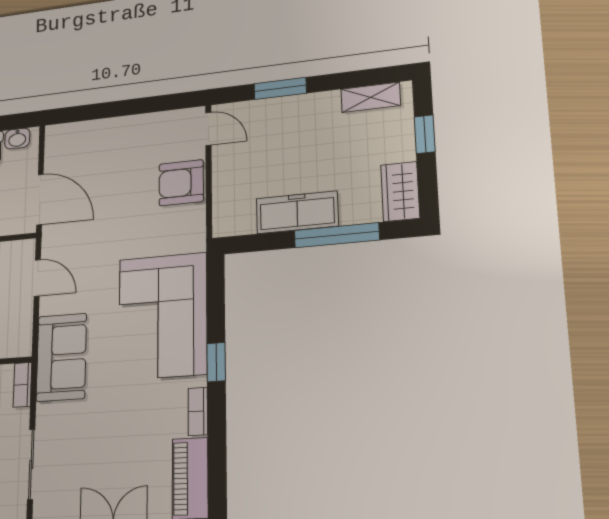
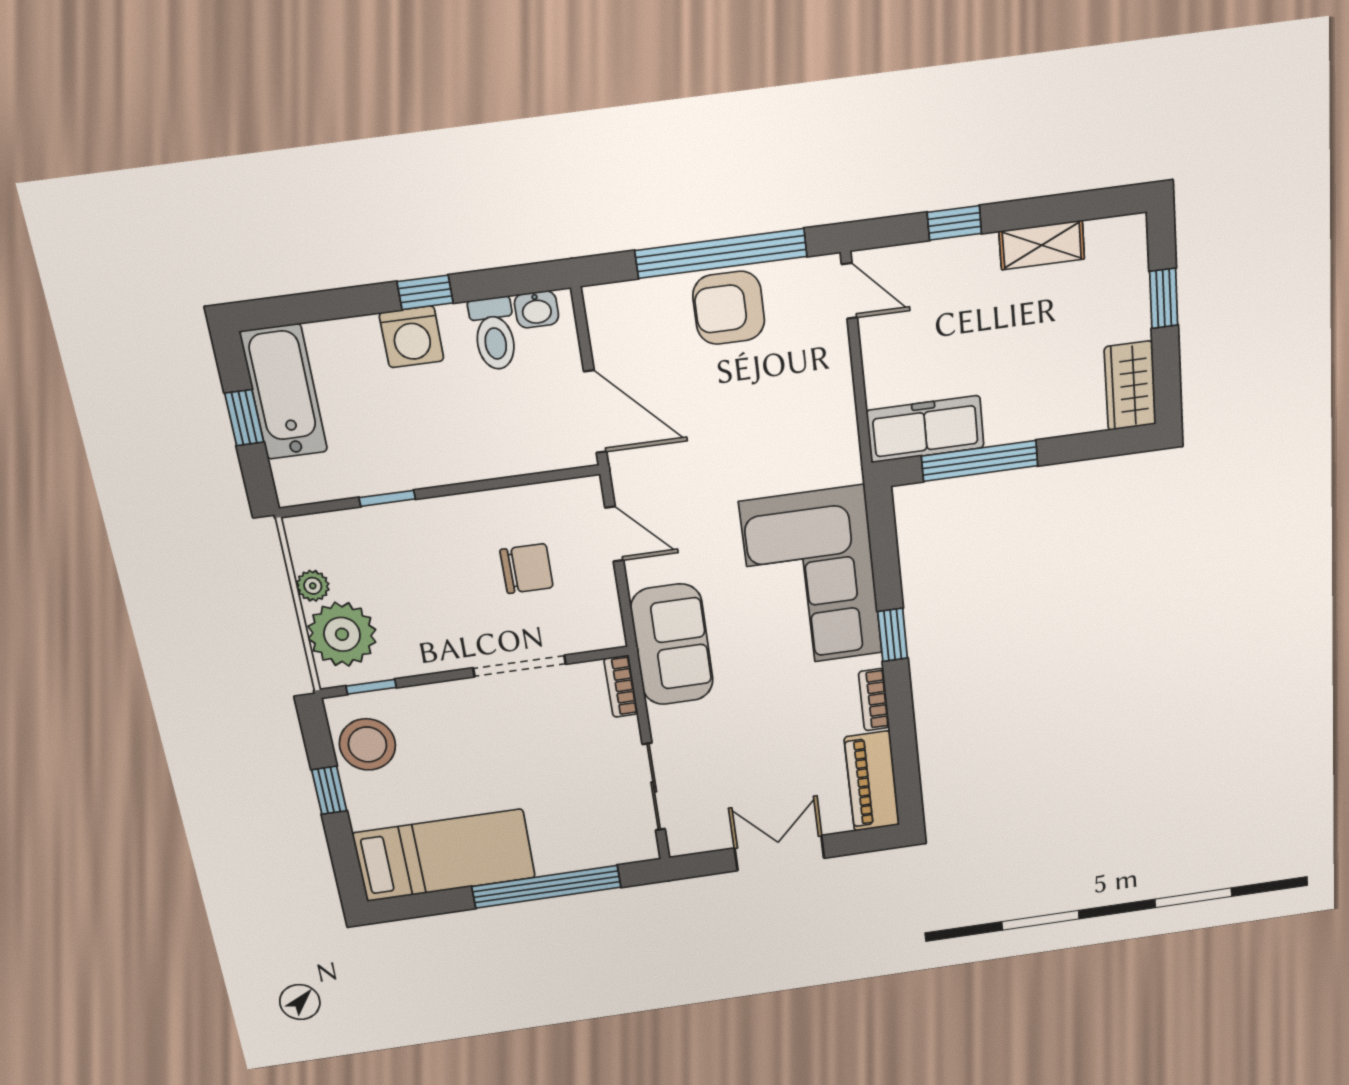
window: (280, 88) -> (954, 223), width x0.67
shelving: (371, 97) -> (1042, 245), moved
window: (131, 107) -> (721, 253), added
armchair: (181, 183) -> (729, 308), moved
freezer: (297, 212) -> (925, 429), moved
window: (337, 235) -> (980, 461), moved

